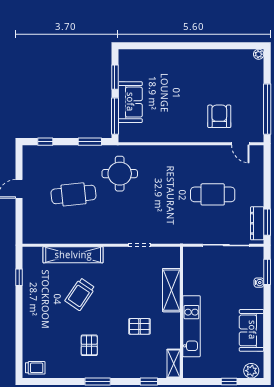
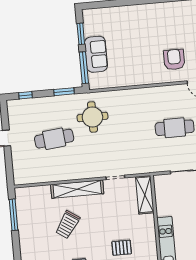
shelving: (73, 255) -> (77, 189), moved
window: (19, 277) -> (13, 215), width x2.17
shelving: (171, 290) -> (145, 195), moved

